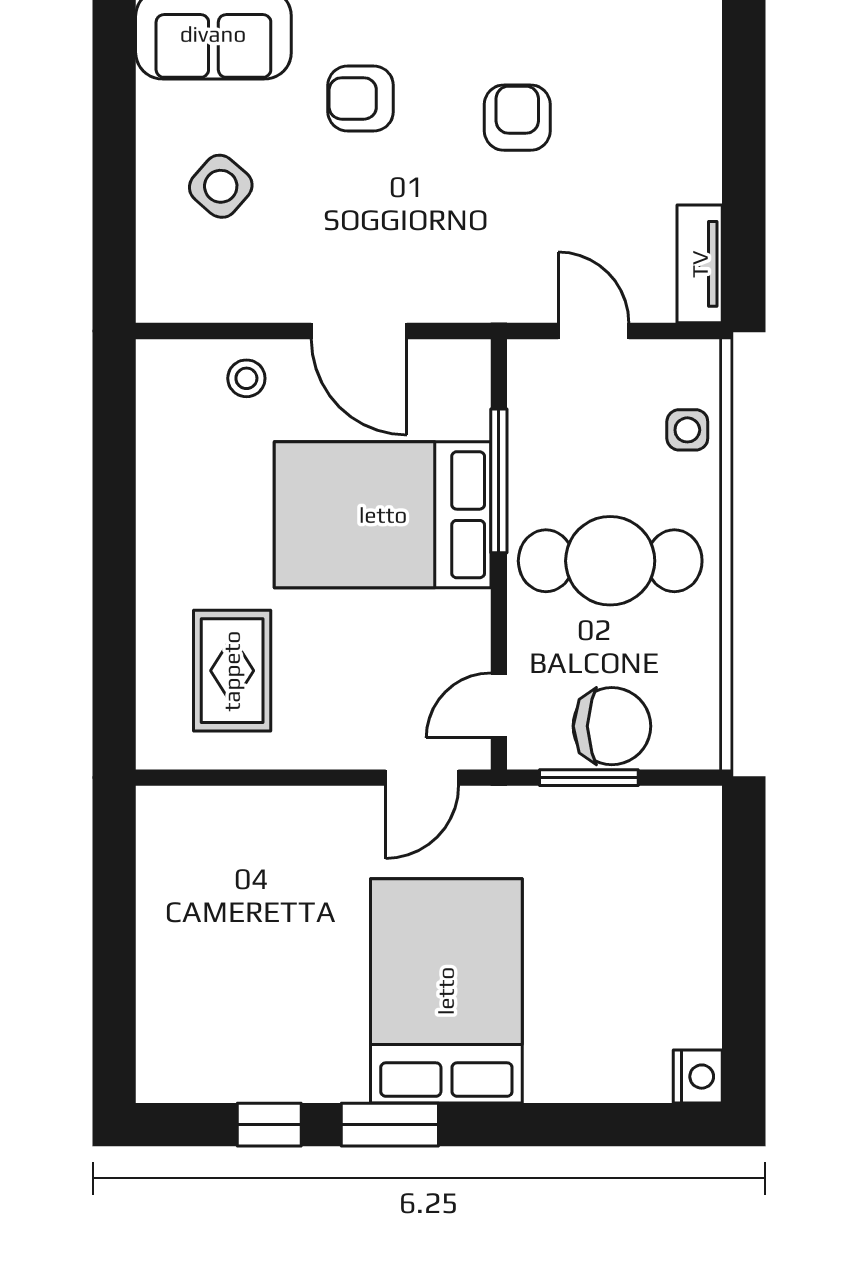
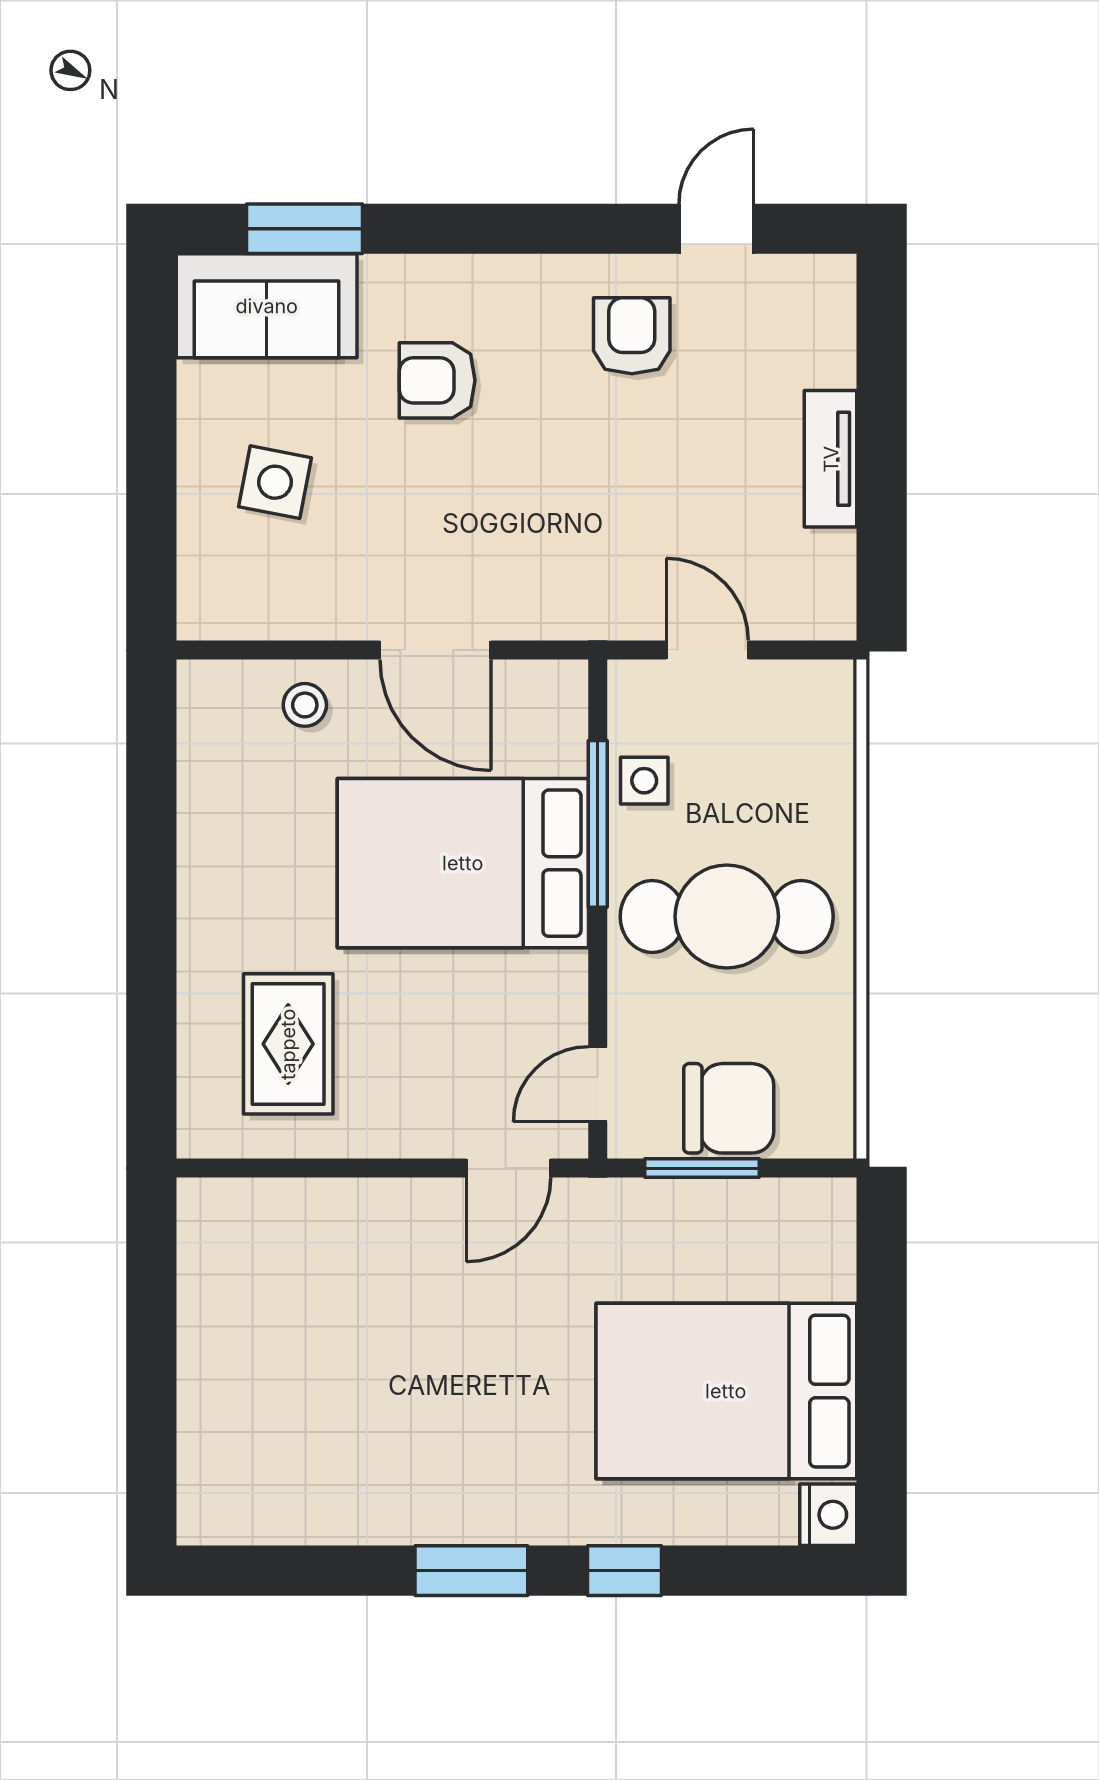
armchair: (517, 118) -> (632, 336), moved
side table: (221, 186) -> (275, 482), turned -30
tv unit: (700, 264) -> (831, 459), moved
side table: (687, 430) -> (644, 781), moved
bed: (446, 991) -> (726, 1391), moved, turned -90
window: (269, 1125) -> (625, 1571), moved

